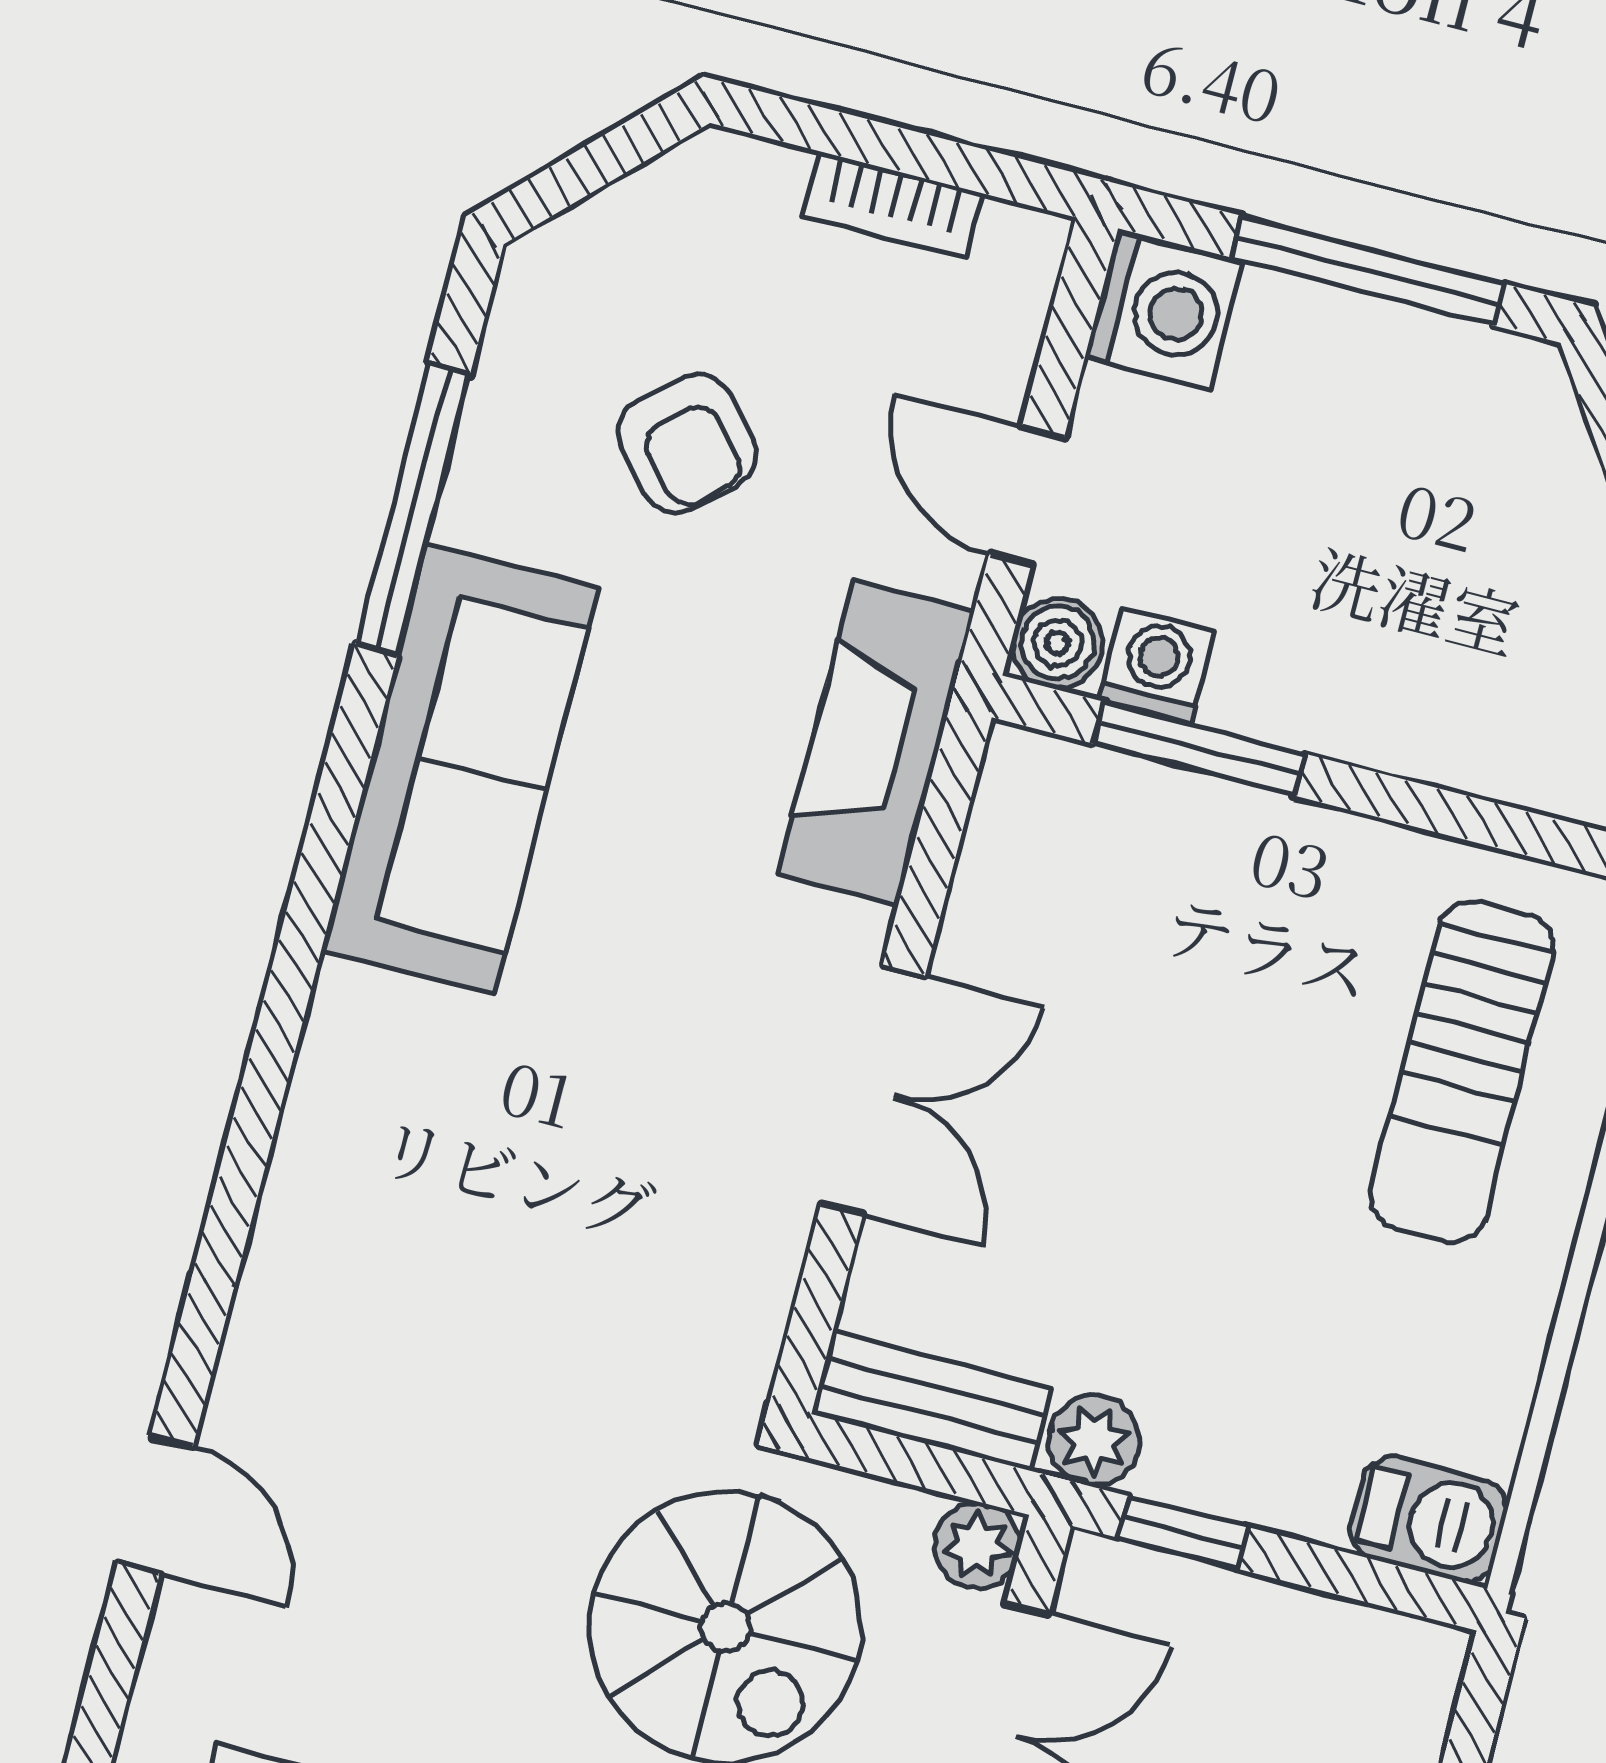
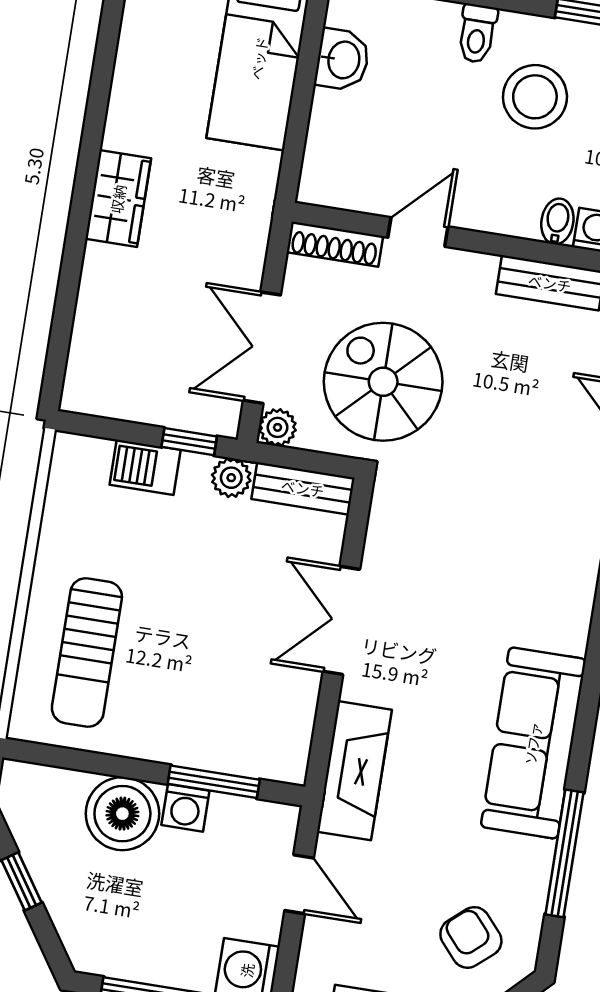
armchair: (687, 443) -> (471, 937), moved
boiler: (1057, 643) -> (122, 814), moved, width x1.86, depth x1.86
washing machine: (1157, 666) -> (185, 808), moved
sun lounger: (1462, 1072) -> (87, 652), turned 180
barbecue: (1429, 1519) -> (145, 467), moved

